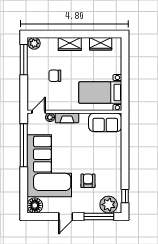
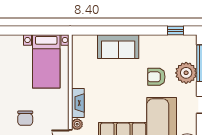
sofa: (105, 122) -> (118, 47), moved, turned 90
plant: (109, 205) -> (186, 73), moved

